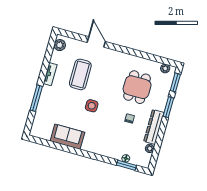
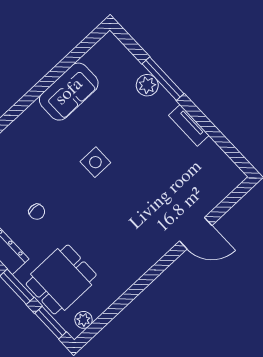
plant: (60, 45) -> (147, 85), moved
coffee table: (80, 74) -> (158, 175), removed
dining table: (137, 87) -> (61, 279), moved, turned 90

